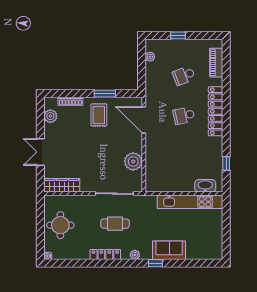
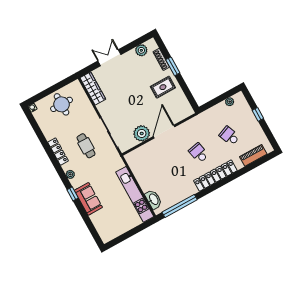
window: (105, 94) -> (173, 66), moved
door: (144, 120) -> (164, 132), moved
window: (226, 163) -> (180, 206), width x3.17

